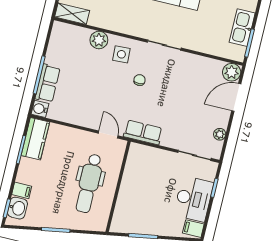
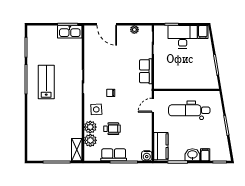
kitchen sink: (242, 28) -> (70, 32), moved
wheelchair: (89, 70) -> (112, 129), added
plant: (232, 72) -> (90, 140), moved
row of seats: (48, 83) -> (114, 155), moved
row of seats: (143, 132) -> (146, 71), moved
kitchen counter: (35, 139) -> (161, 146), moved, turned 90
dental chair: (89, 183) -> (189, 110), turned 180
washbasin: (17, 208) -> (192, 155), moved

